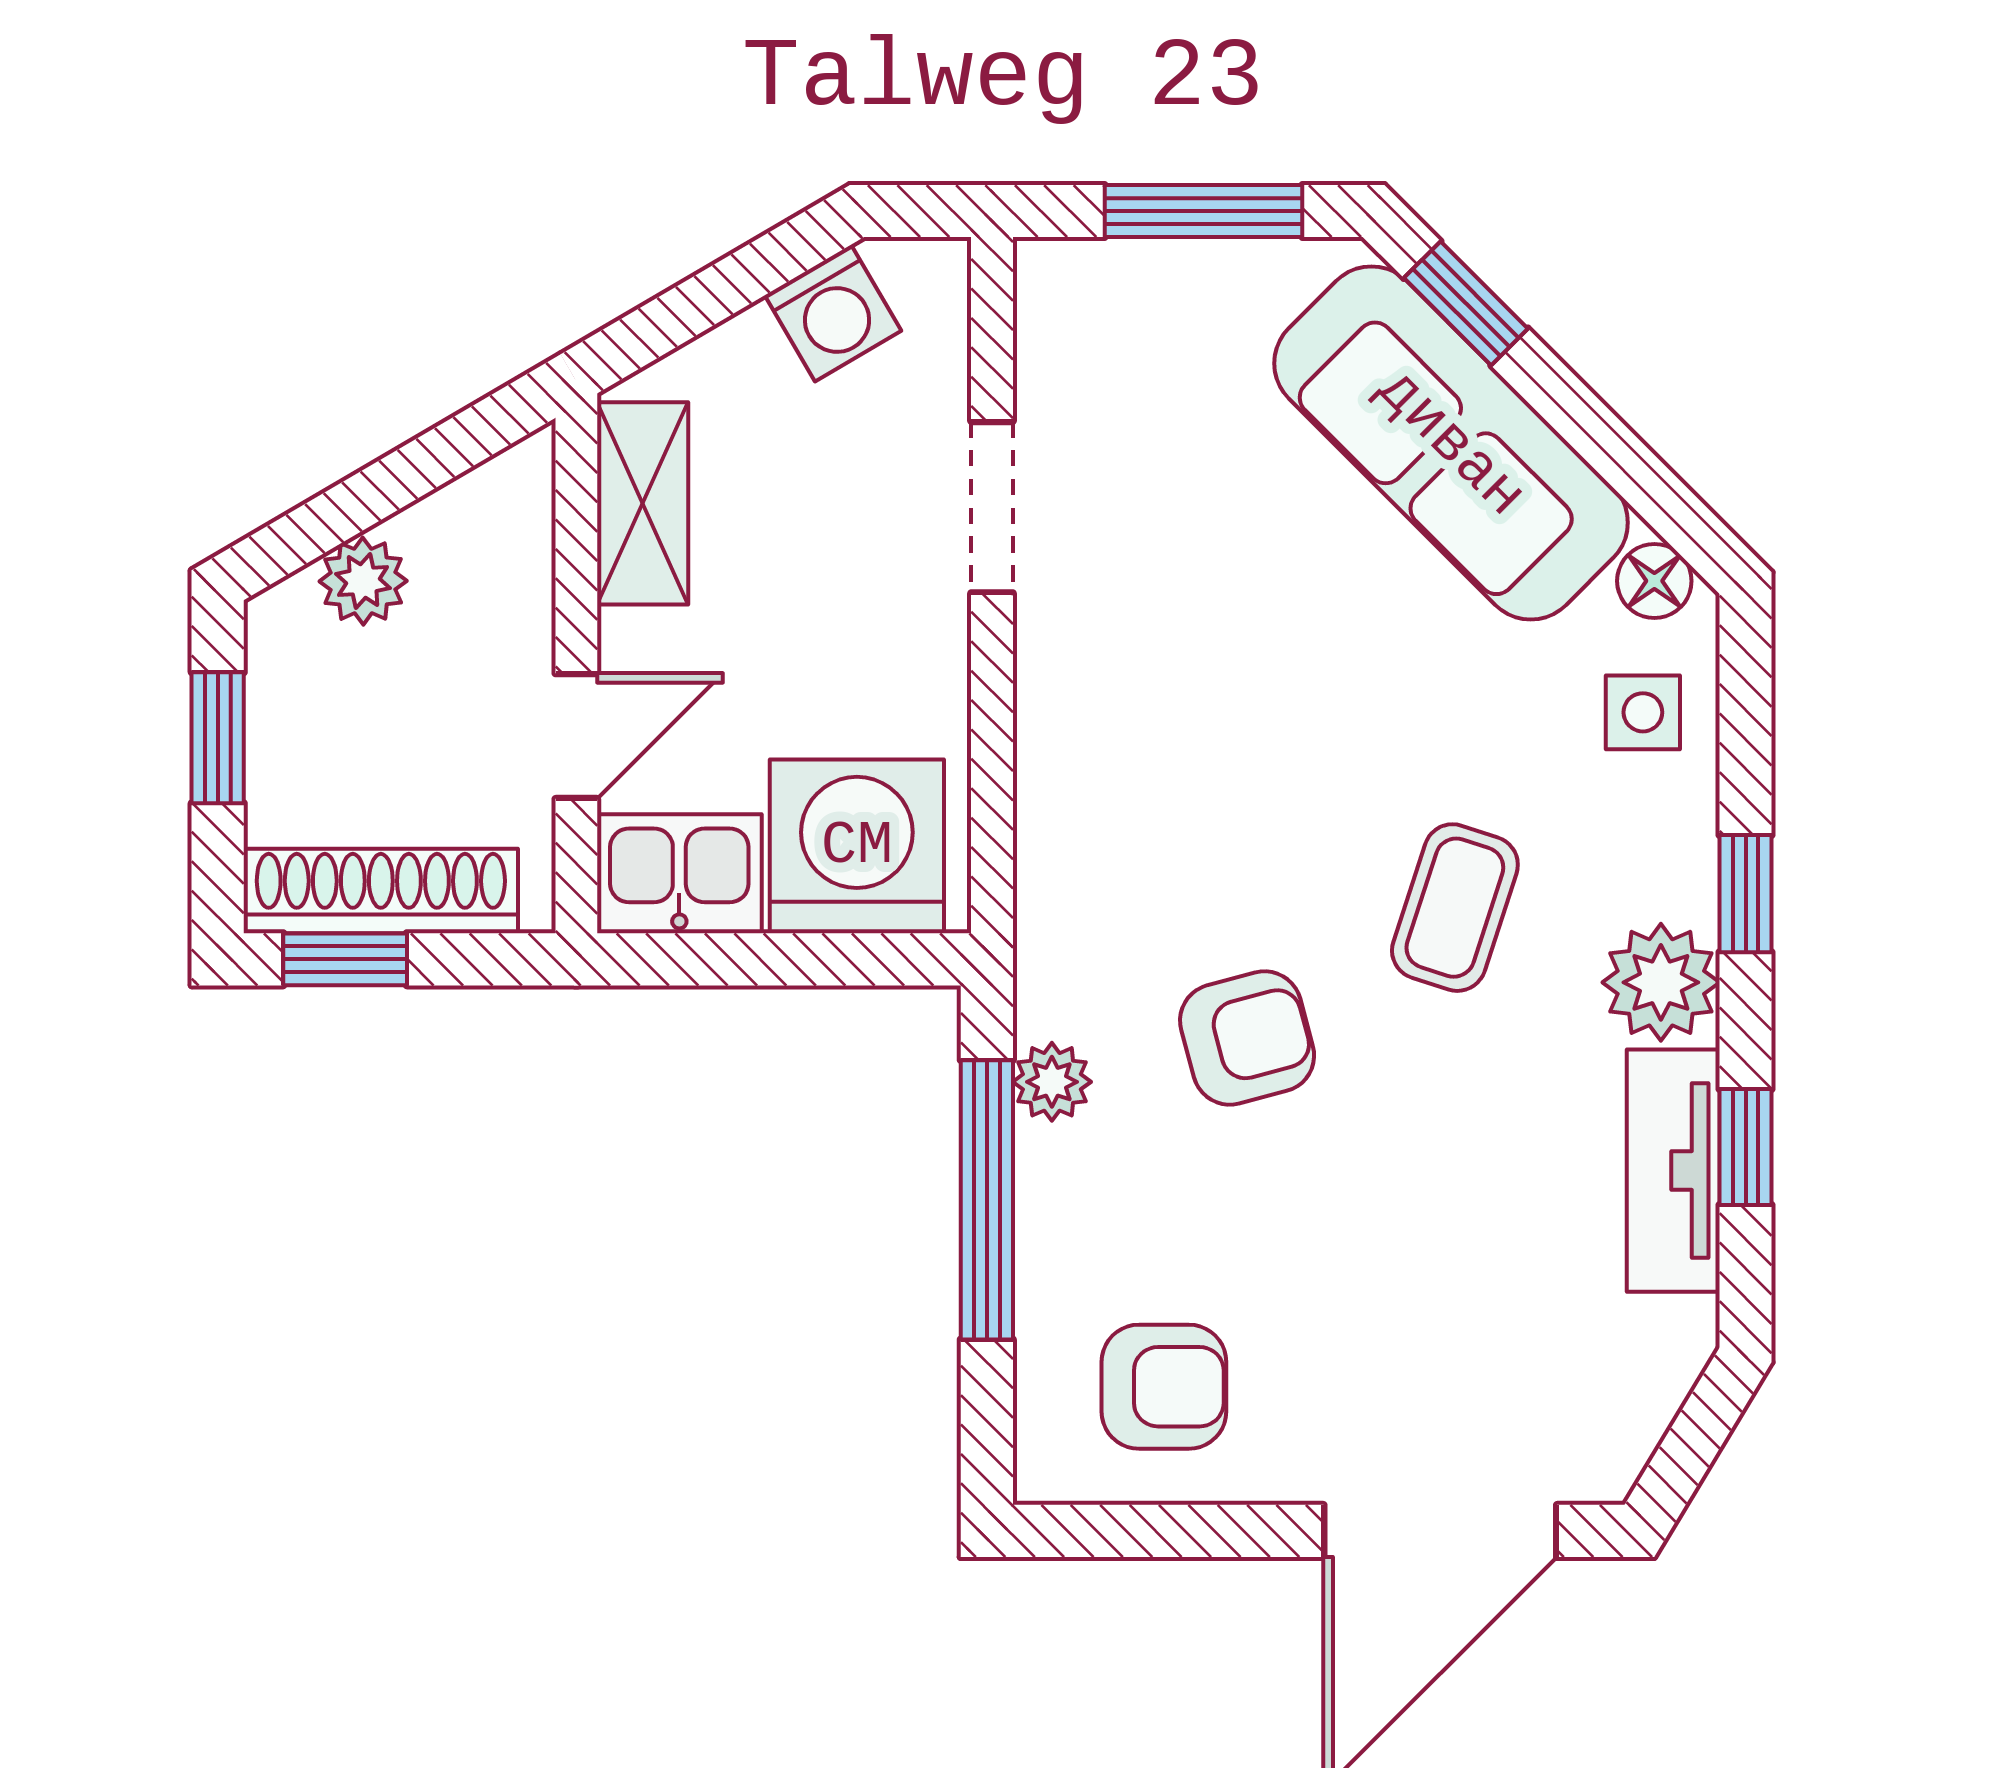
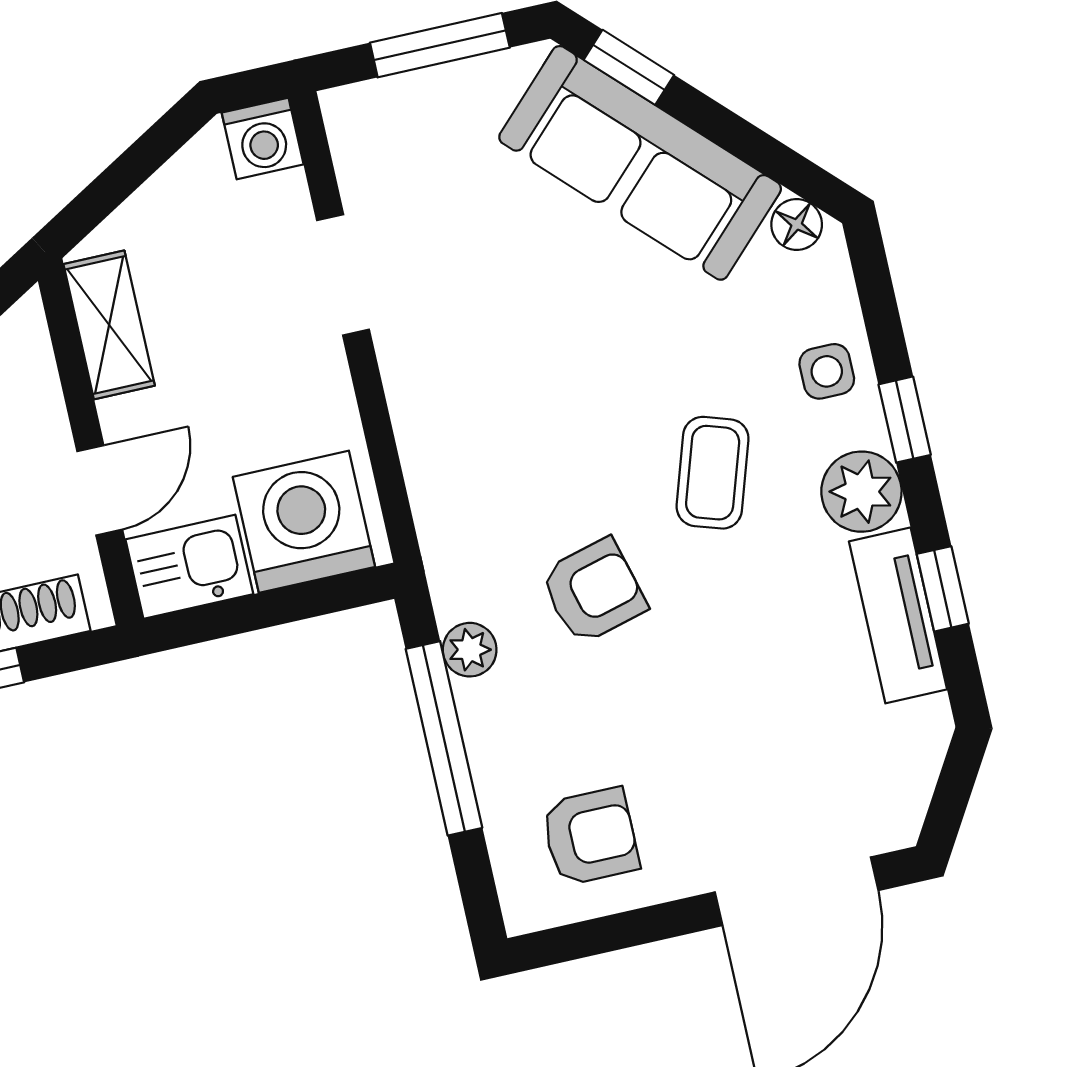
washing machine: (833, 313) -> (263, 138), moved, turned 30
side table: (1643, 712) -> (827, 371), moved

